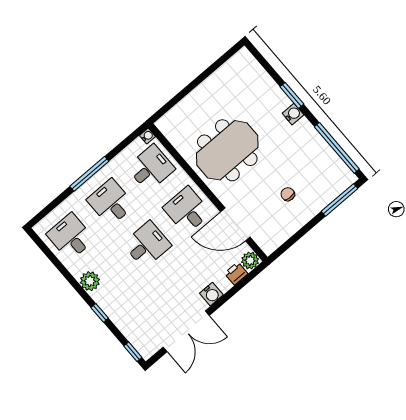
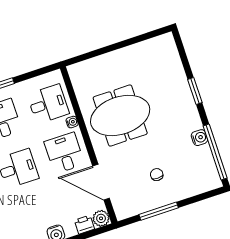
water cooler: (293, 114) -> (199, 138), moved
water cooler: (148, 136) -> (72, 122), moved
window: (340, 200) -> (159, 211), moved

